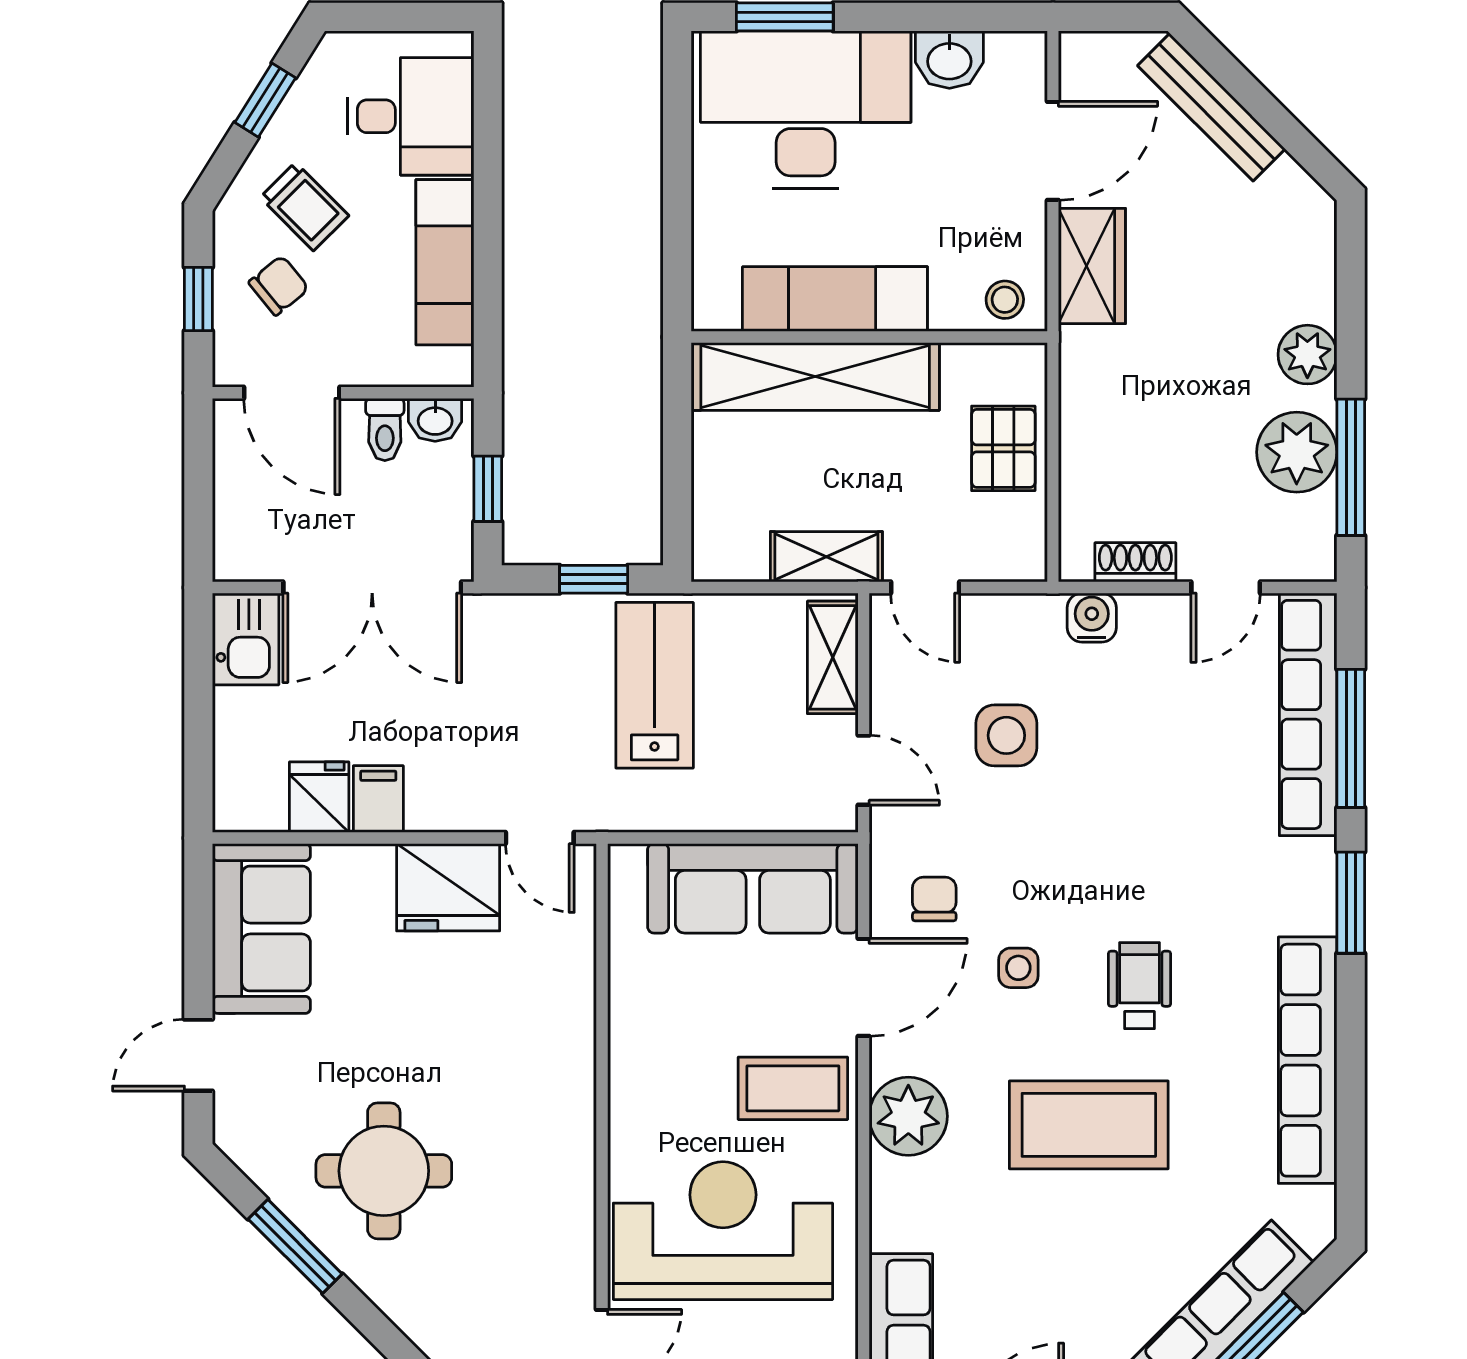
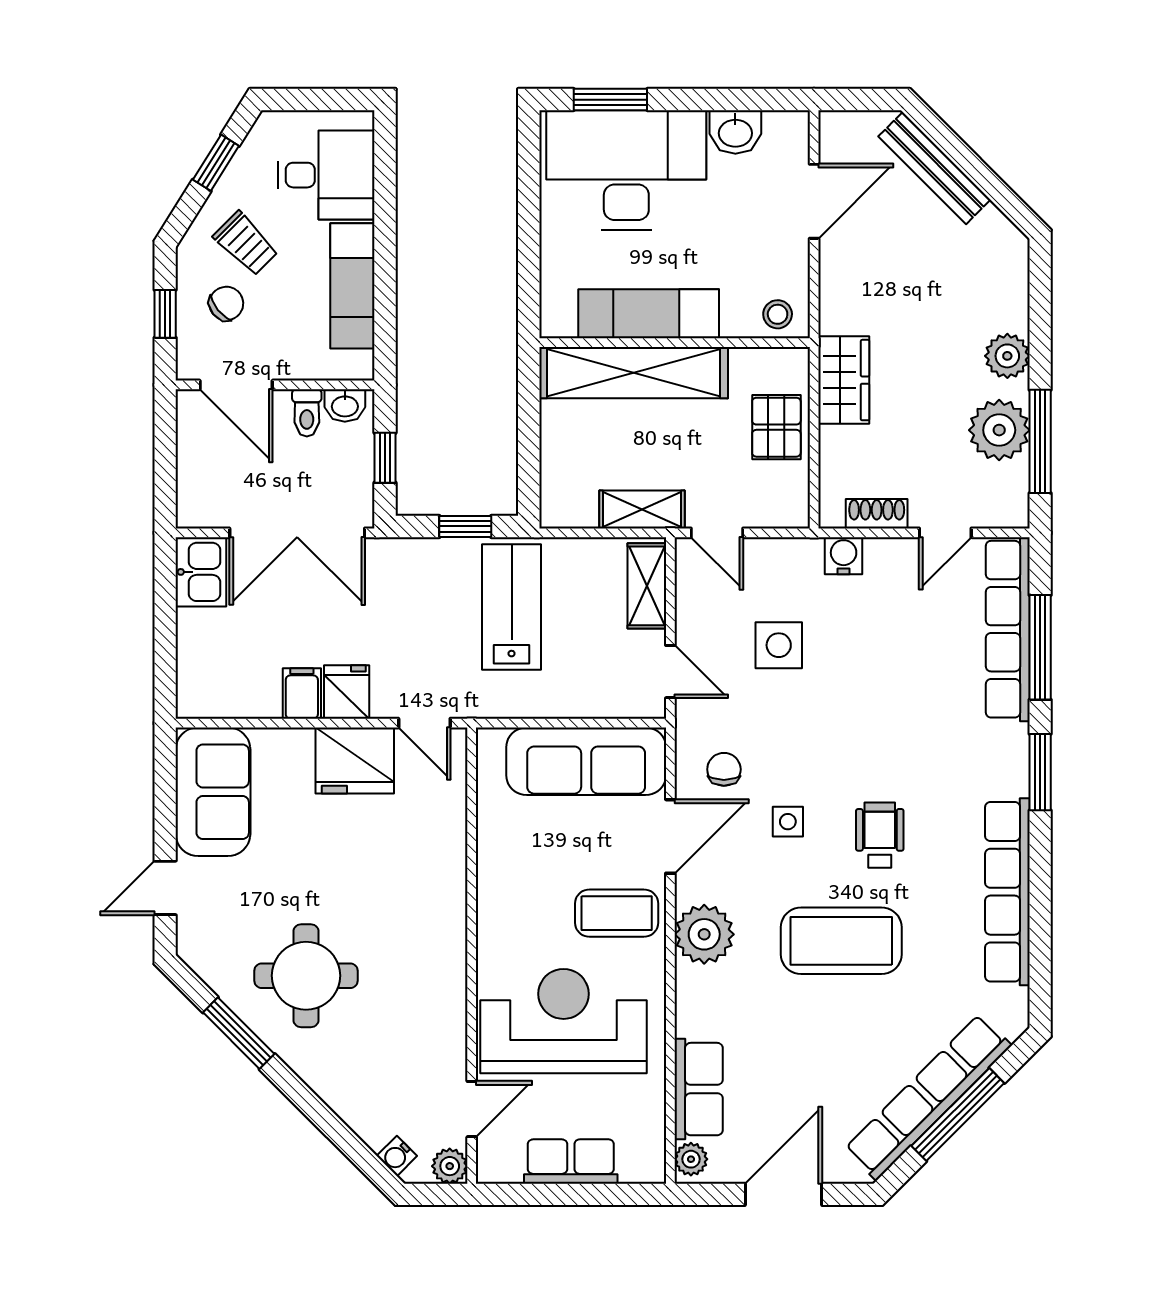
wardrobe: (1092, 266) -> (844, 380), moved
fridge: (319, 797) -> (347, 692), moved

